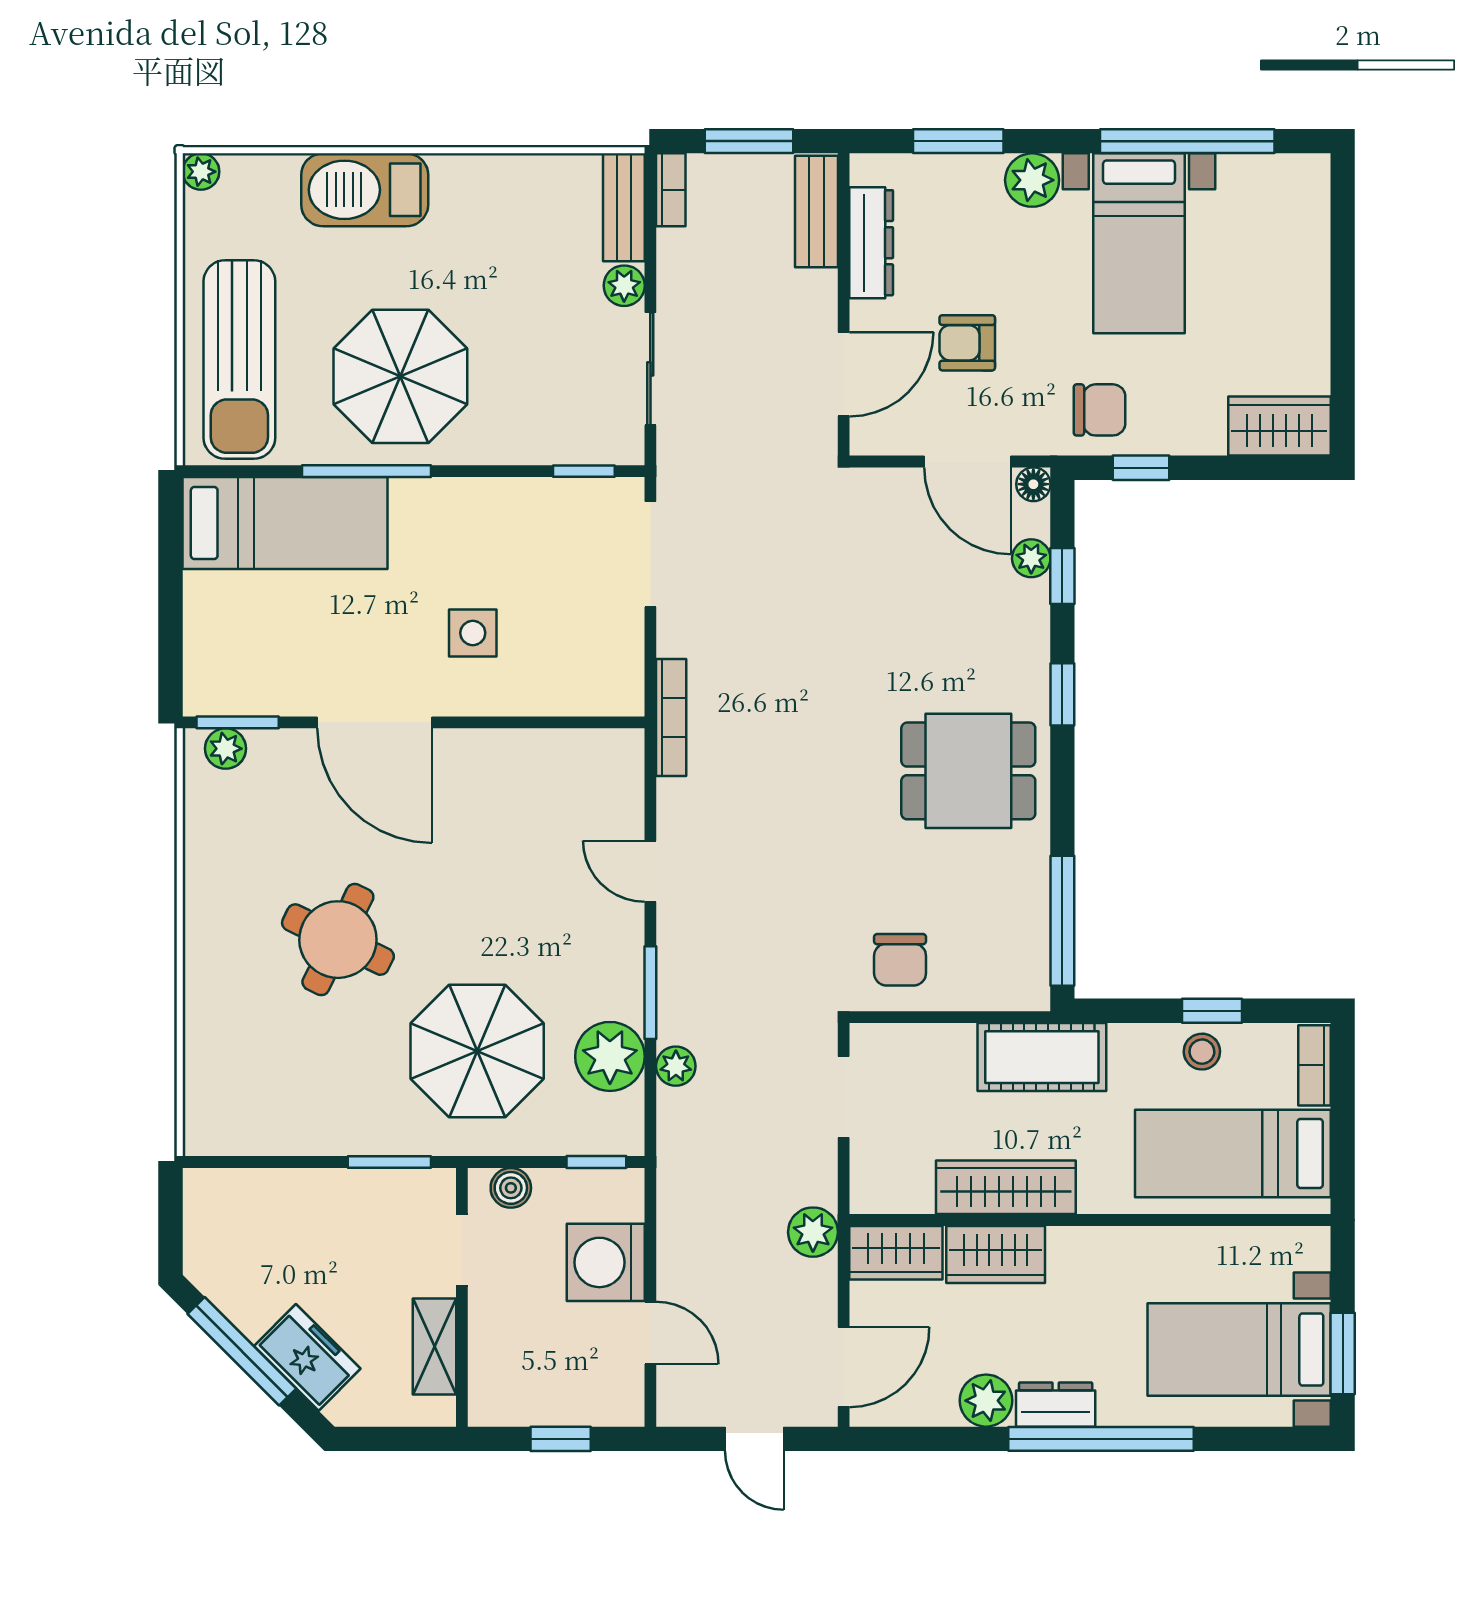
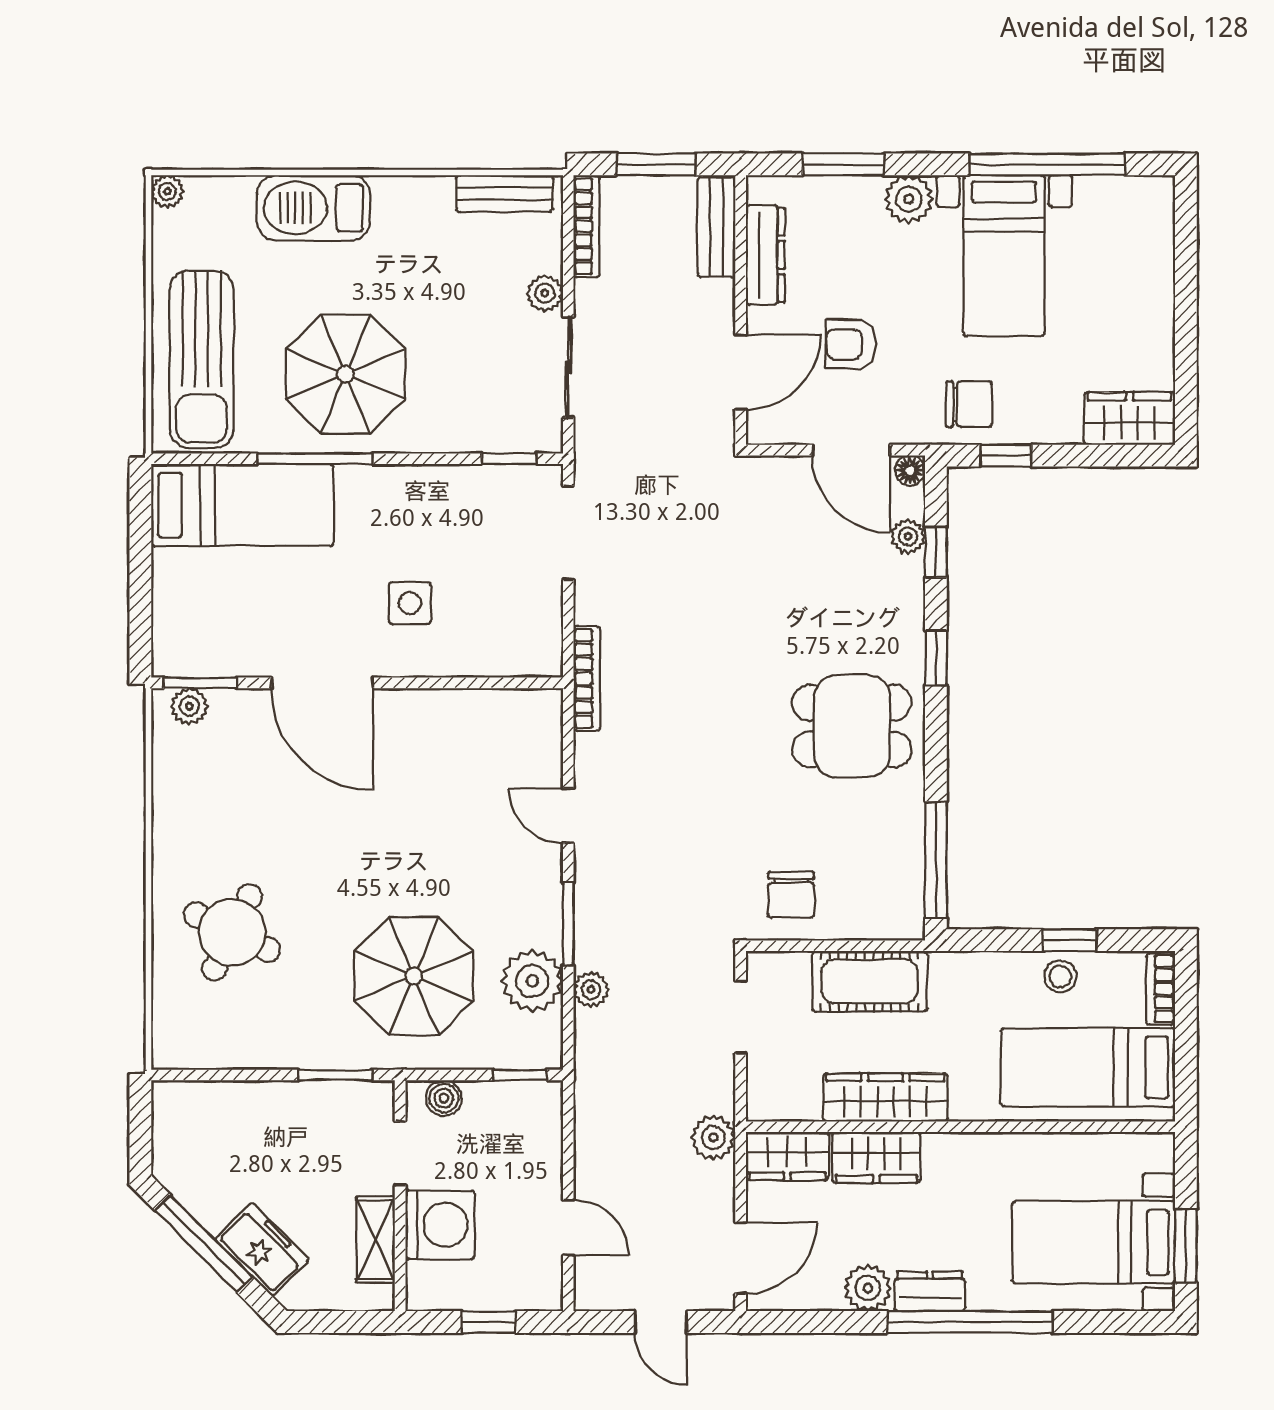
bookcase: (671, 190) -> (586, 226), width x1.56
bench: (624, 207) -> (504, 194), moved, turned 90
round table: (338, 940) -> (232, 932), moved
cot: (1042, 1057) -> (869, 981), moved
washing machine: (606, 1262) -> (440, 1225), moved, turned 180

